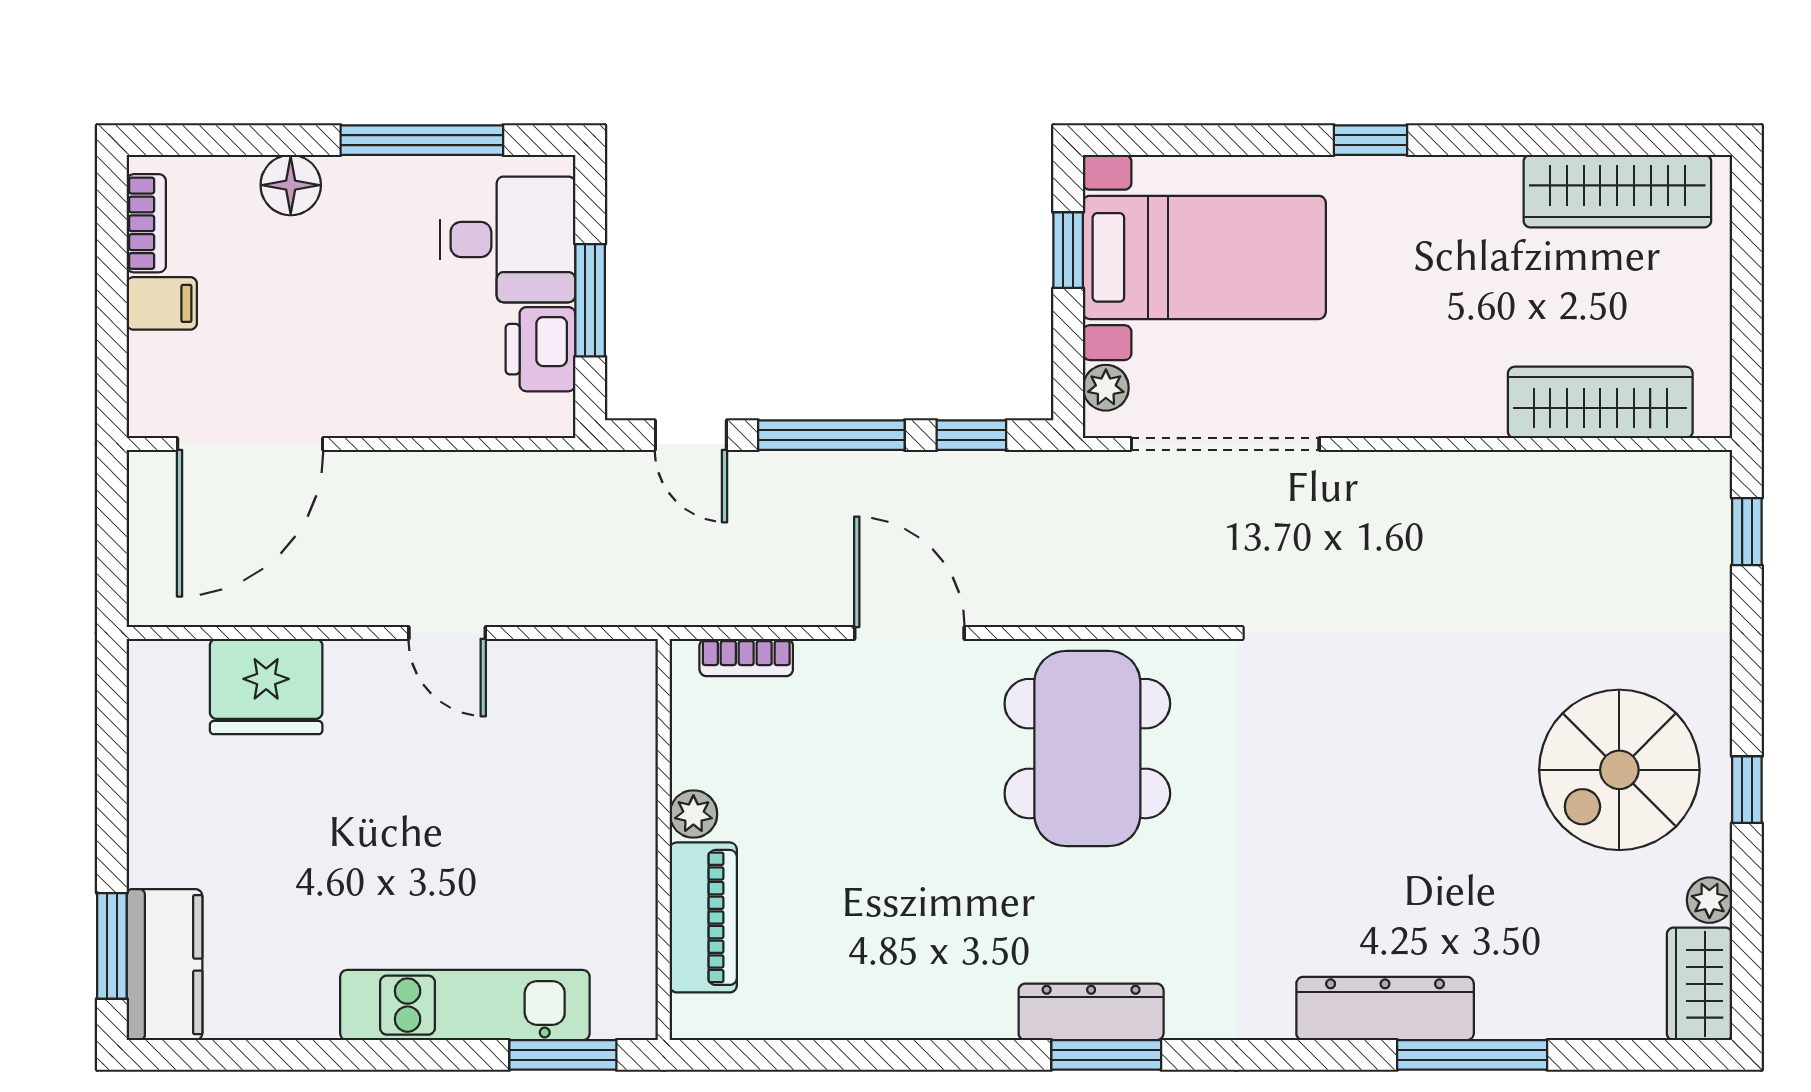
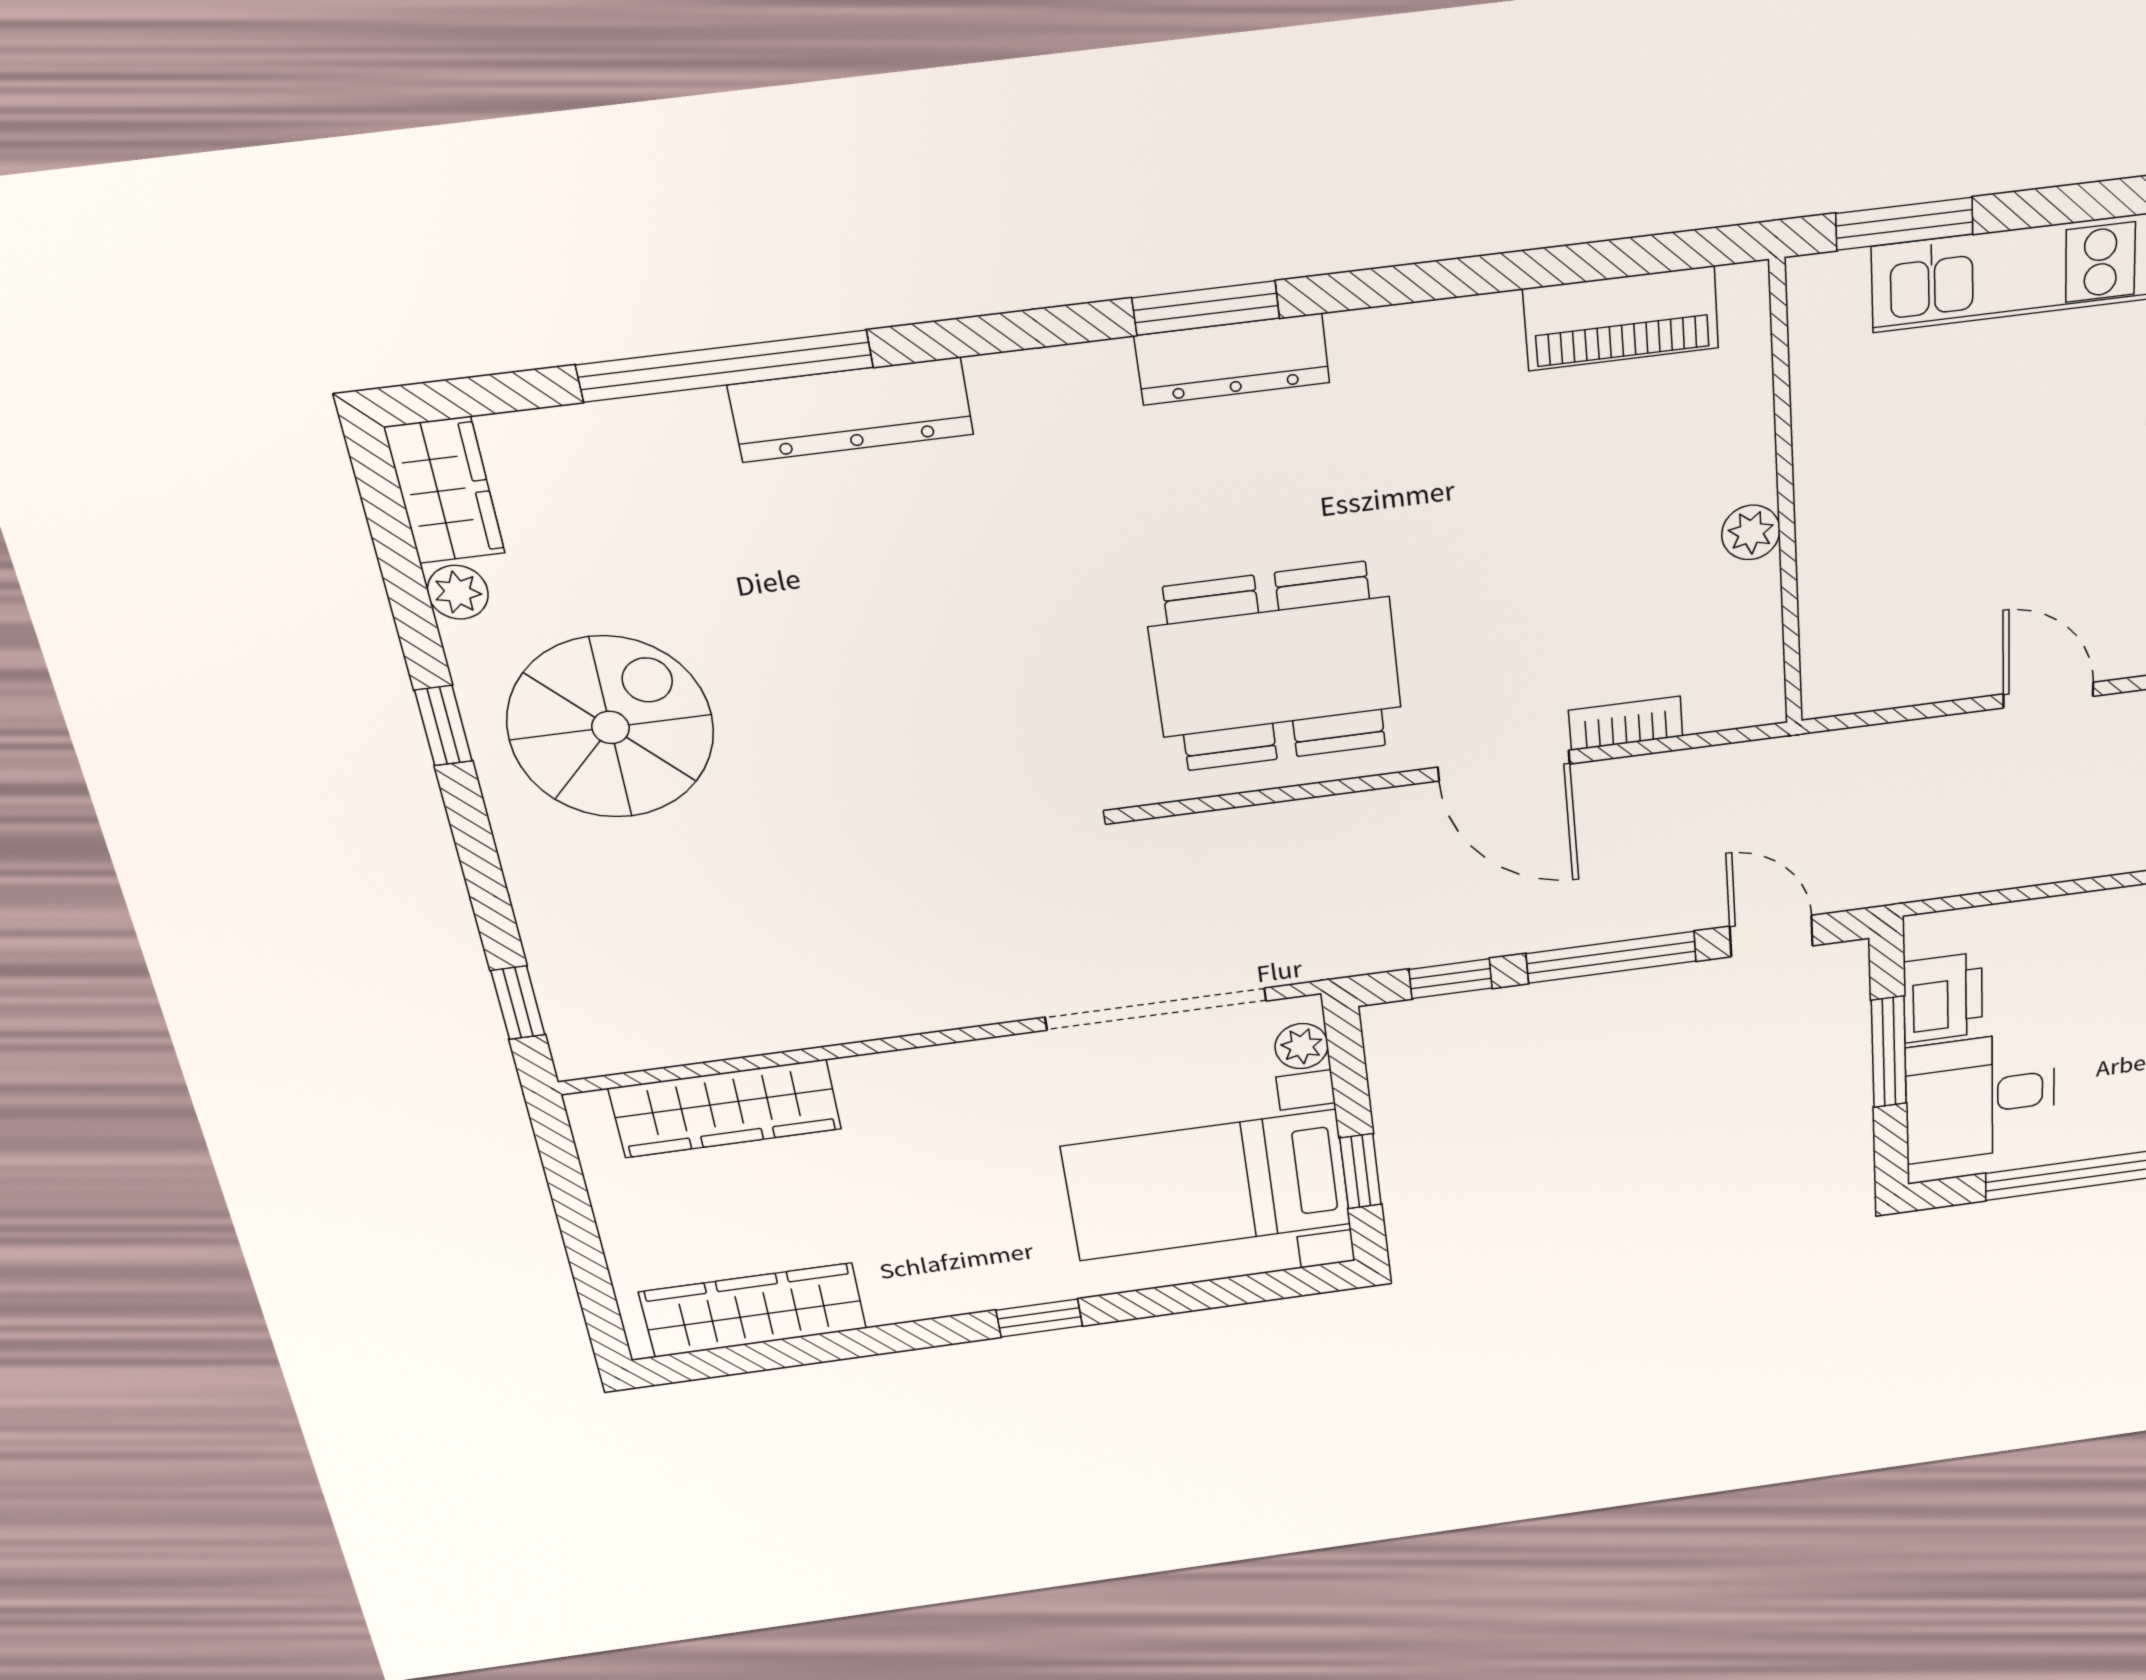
bookcase: (746, 658) -> (1626, 723), moved
dining table: (1087, 749) -> (1276, 667), turned 90
piano: (703, 917) -> (1621, 318), moved, turned -90
window: (1472, 1055) -> (725, 366), width x1.46

